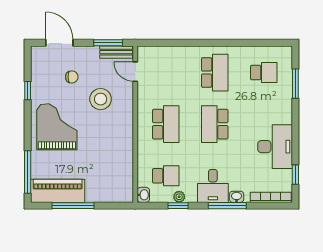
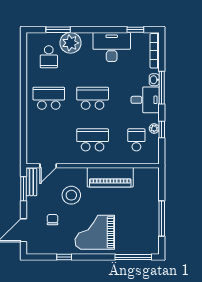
school desk: (264, 73) -> (49, 57), turned 180
plant: (280, 98) -> (70, 43), added
school desk: (215, 124) -> (93, 98), turned 180
piano: (58, 191) -> (110, 177), moved, turned -90
washbasin: (143, 195) -> (153, 159), removed

